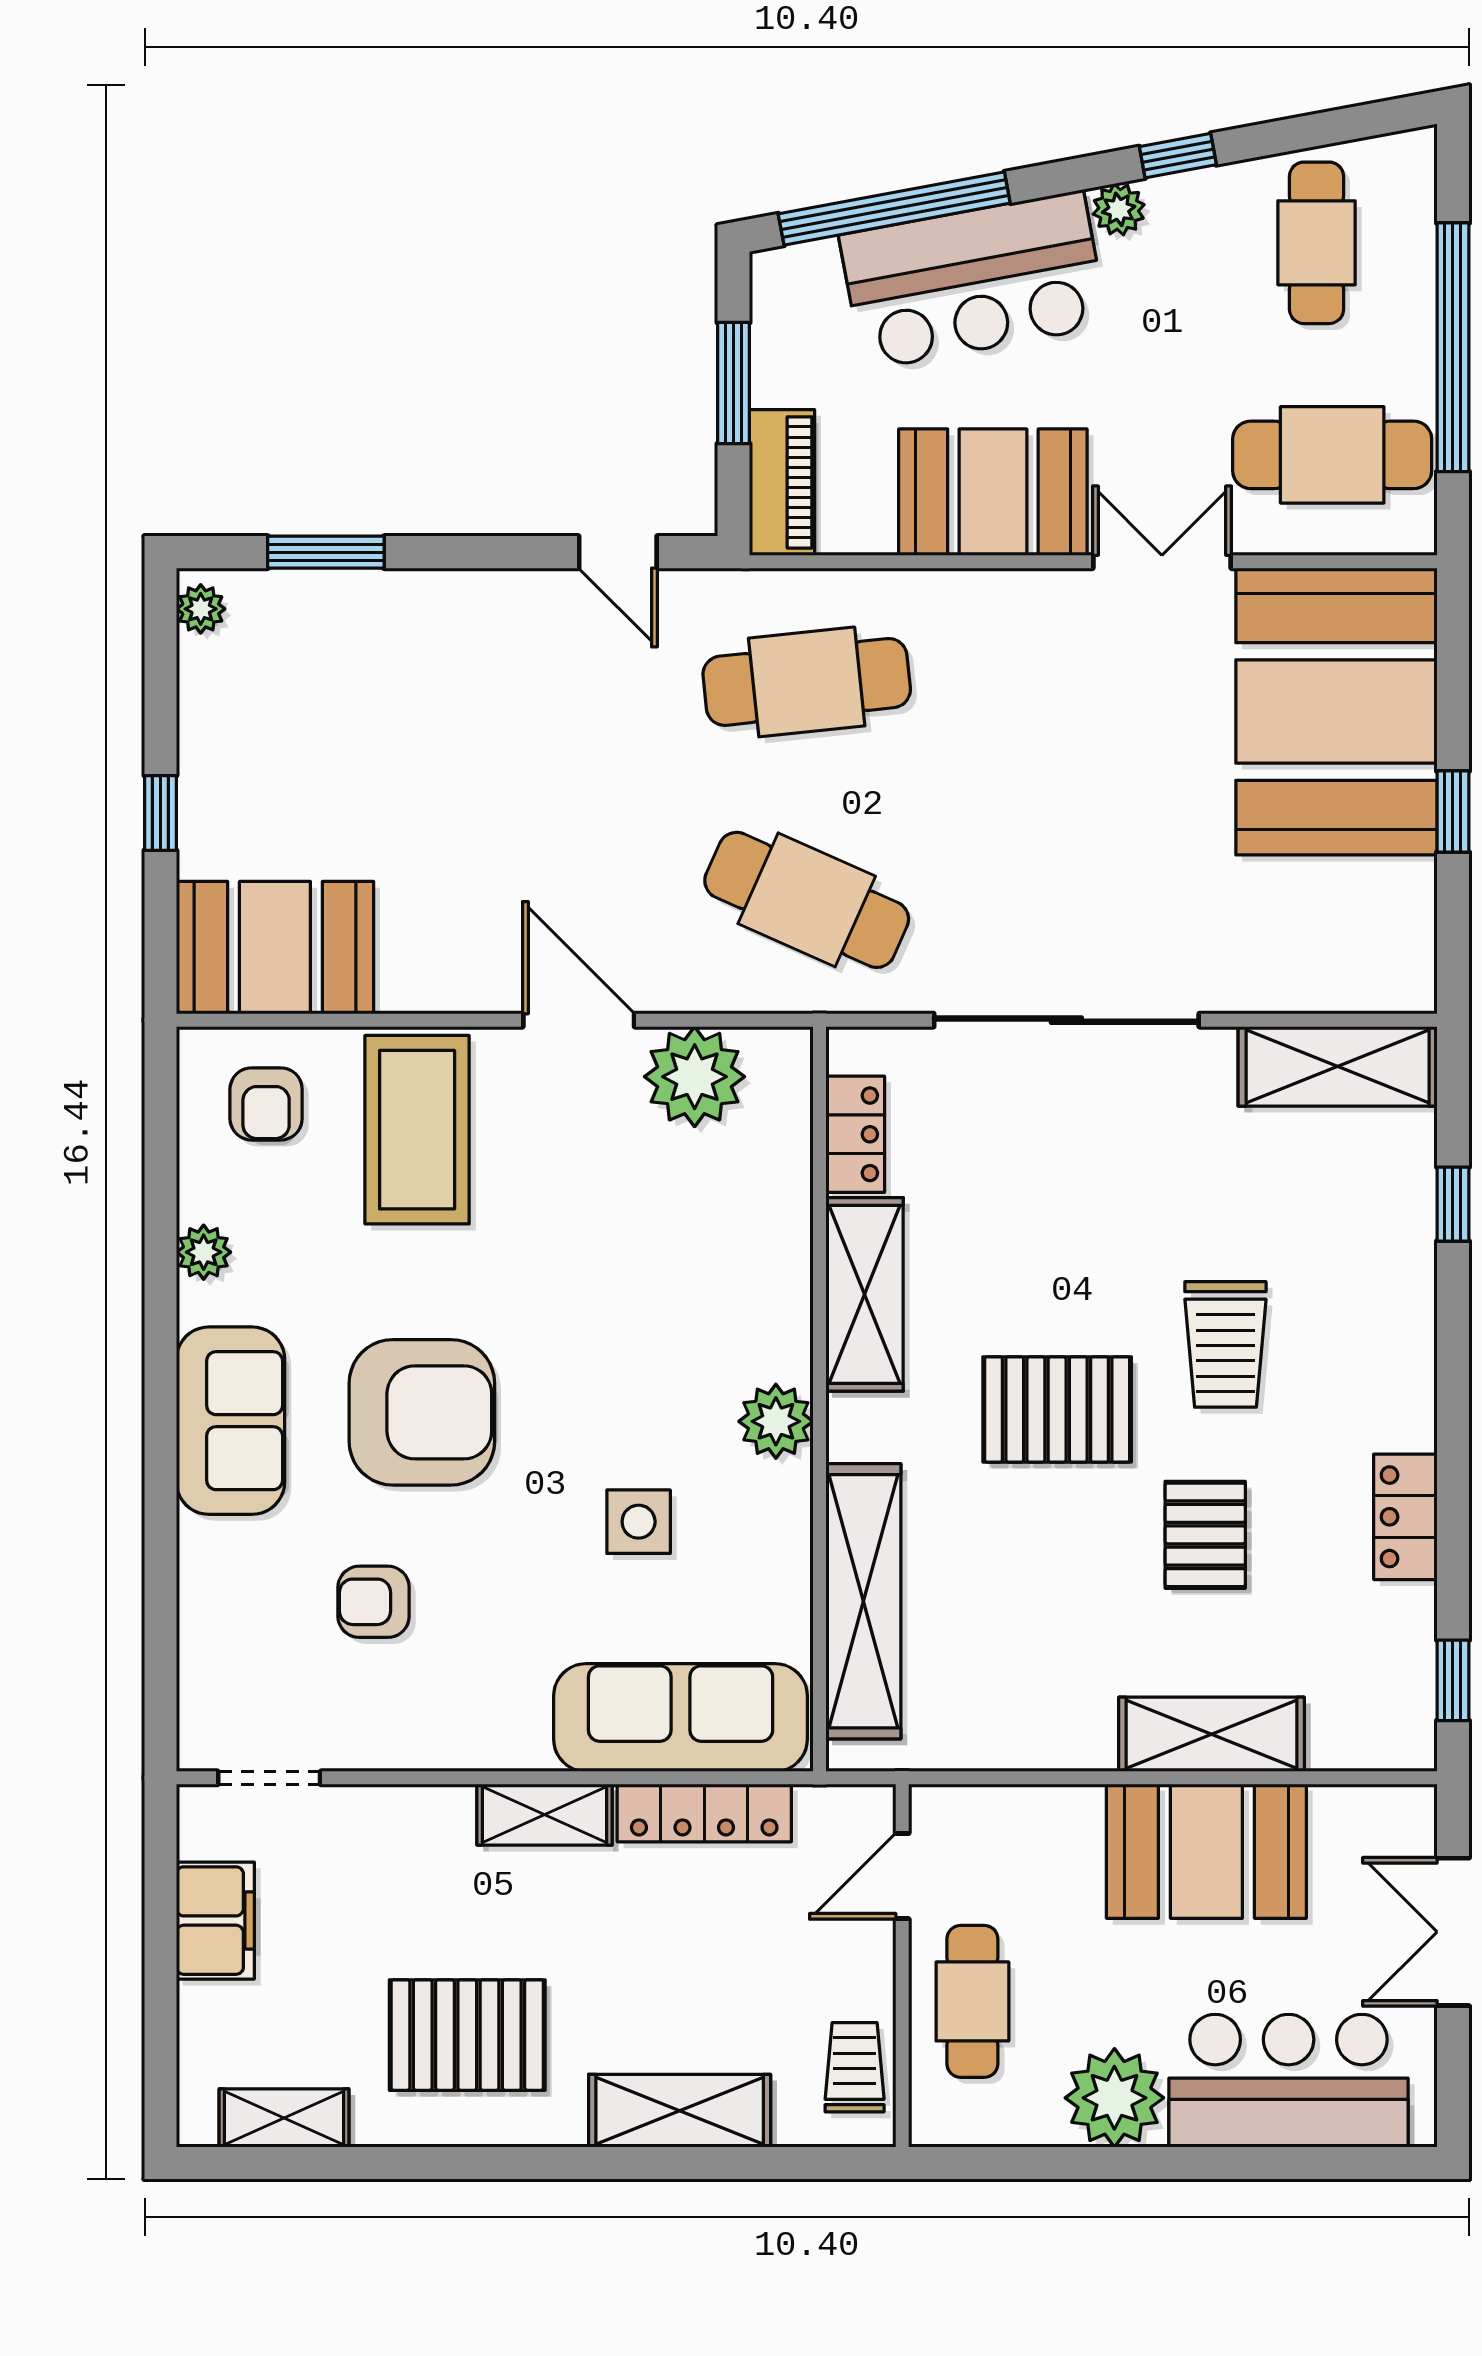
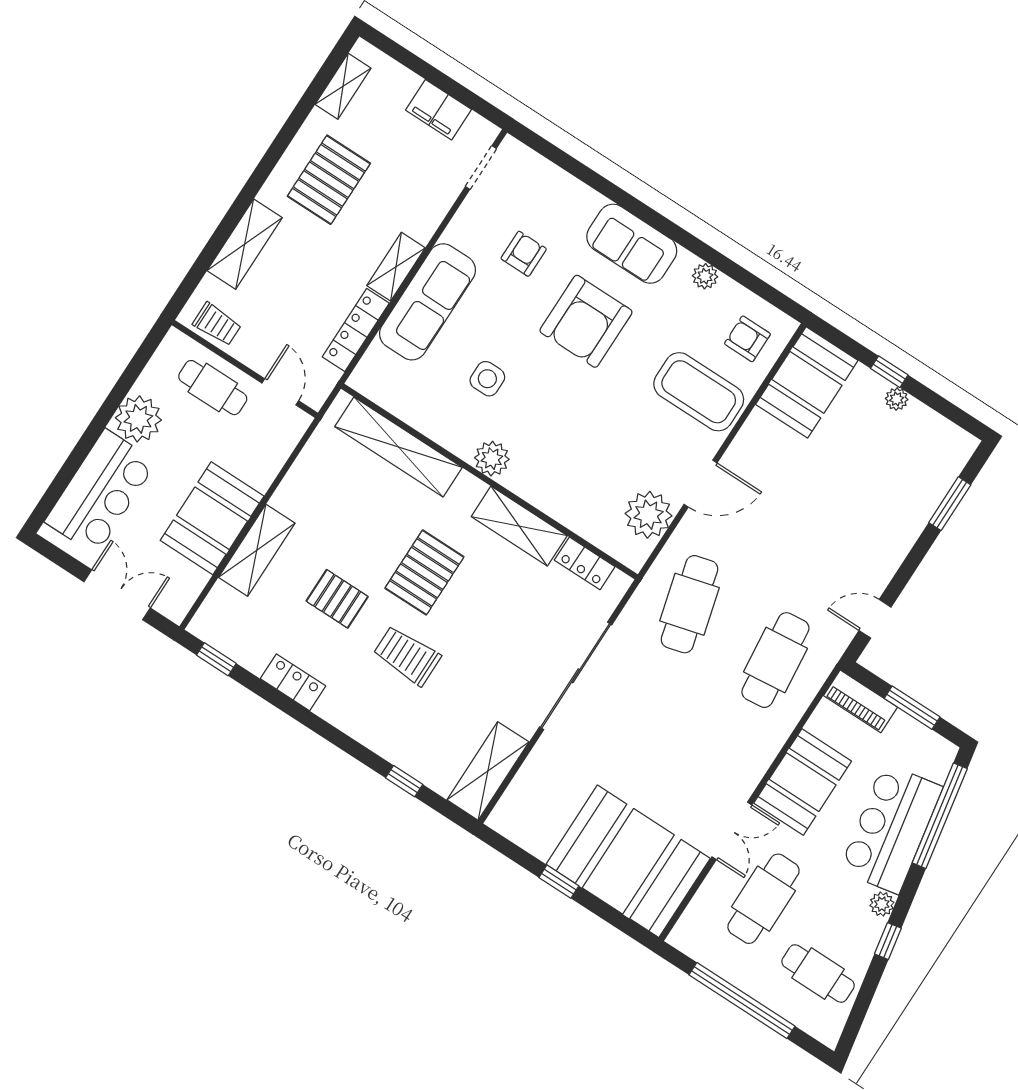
cafe table: (1332, 455) -> (763, 899), moved
plant: (201, 609) -> (897, 399), moved
cafe table: (807, 900) -> (689, 604), turned -39
sofa: (681, 1718) -> (428, 302), moved

